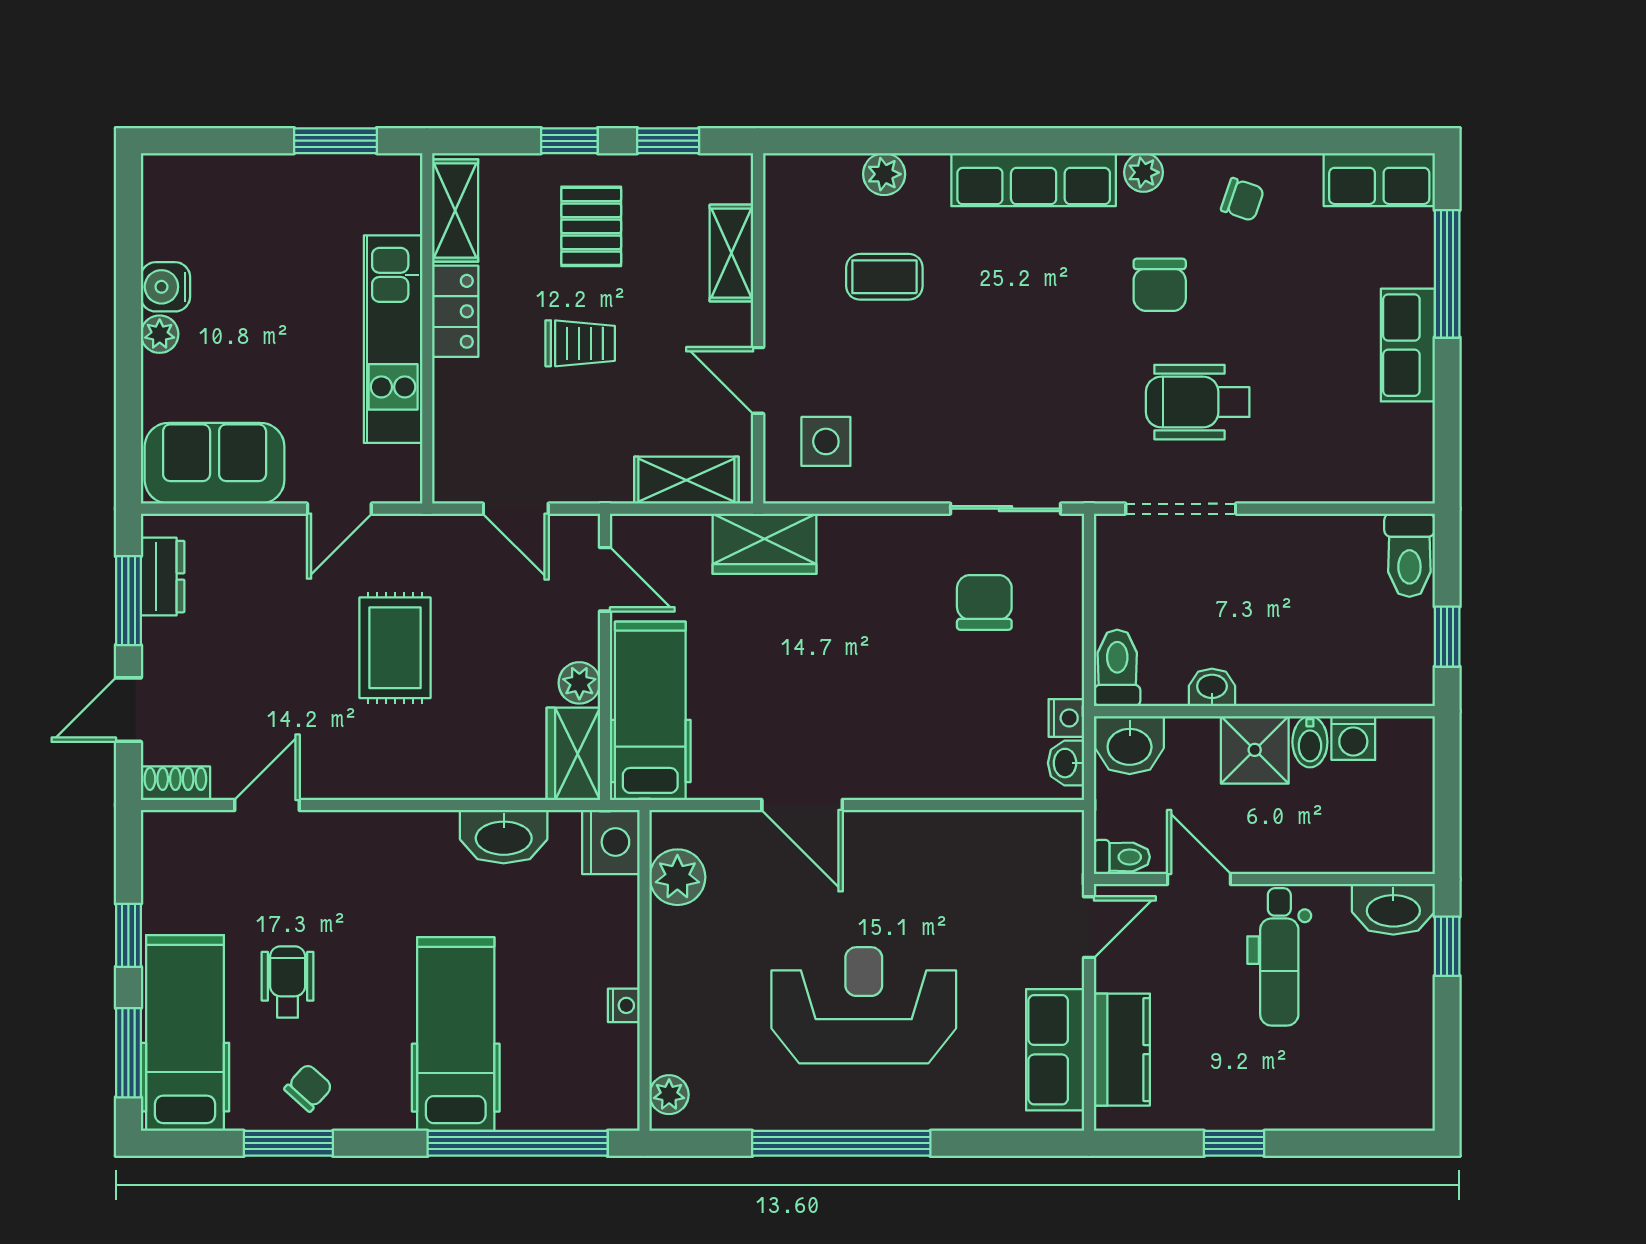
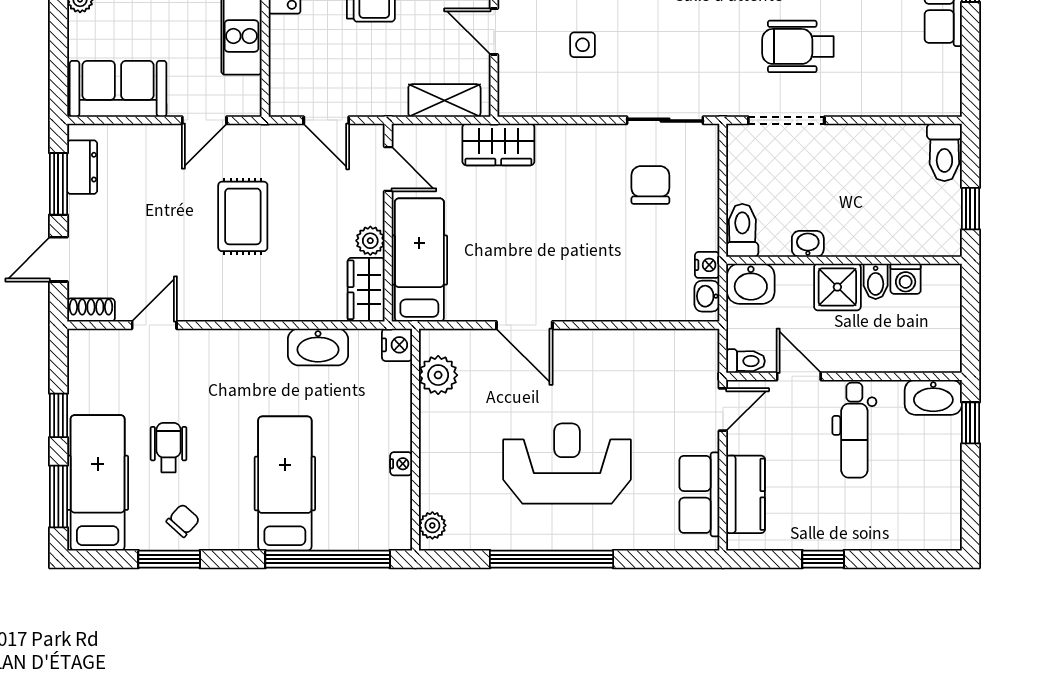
side table: (826, 441) -> (583, 45), moved, width x0.73, depth x0.73
nightstand: (611, 842) -> (397, 345), width x0.74, depth x0.75

